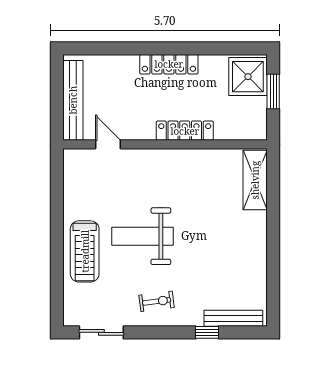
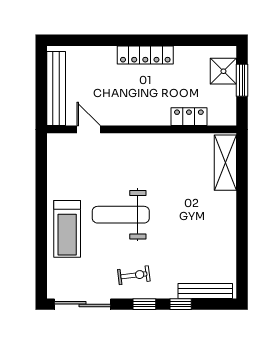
shower: (248, 77) -> (223, 71), width x0.73, depth x0.73
locker: (185, 131) -> (189, 117), moved, width x0.66
sliding door: (101, 332) -> (83, 304), width x1.37
window: (168, 332) -> (144, 304), added

